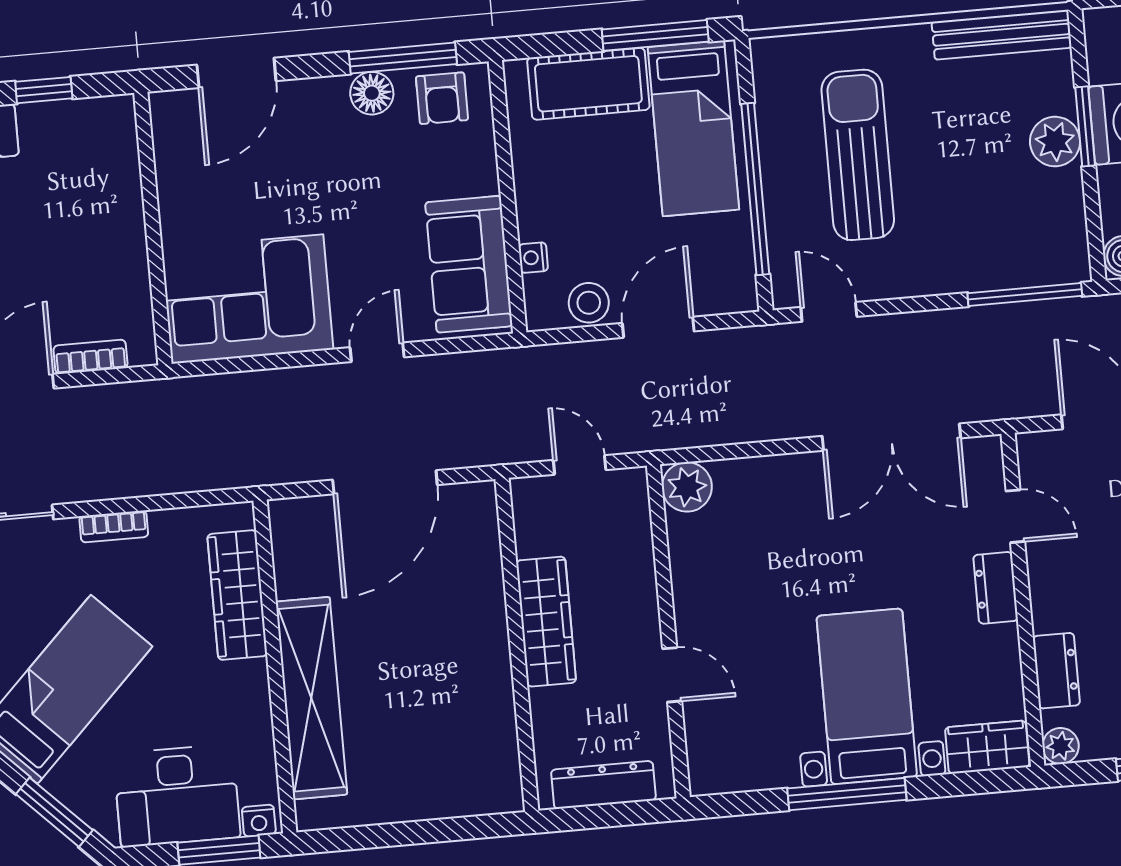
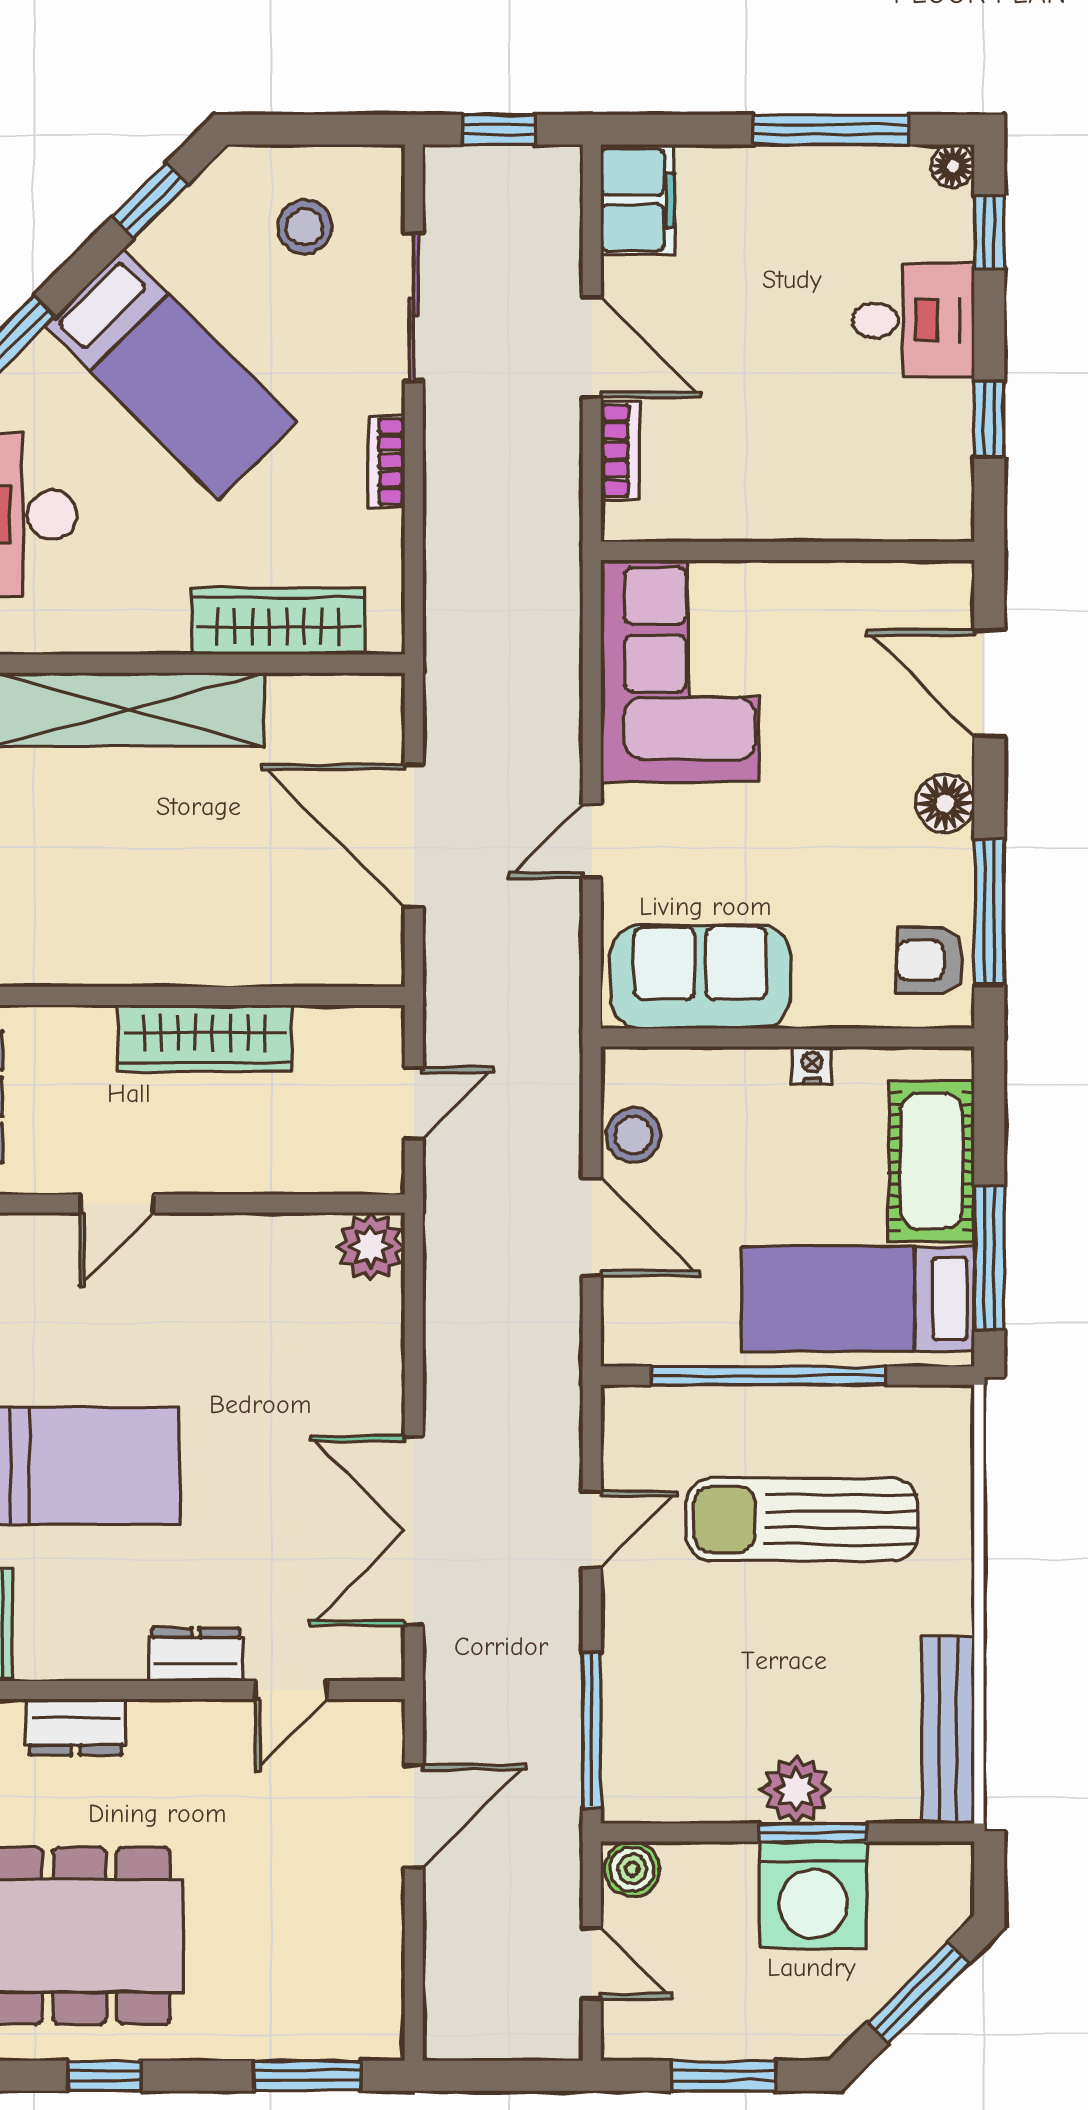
floor lamp: (372, 93) -> (945, 803), moved
sun lounger: (858, 155) -> (802, 1519), turned 180
nightstand: (533, 258) -> (812, 1065), moved
door: (829, 312) -> (592, 1530), moved
door: (377, 352) -> (592, 841), swing flipped

